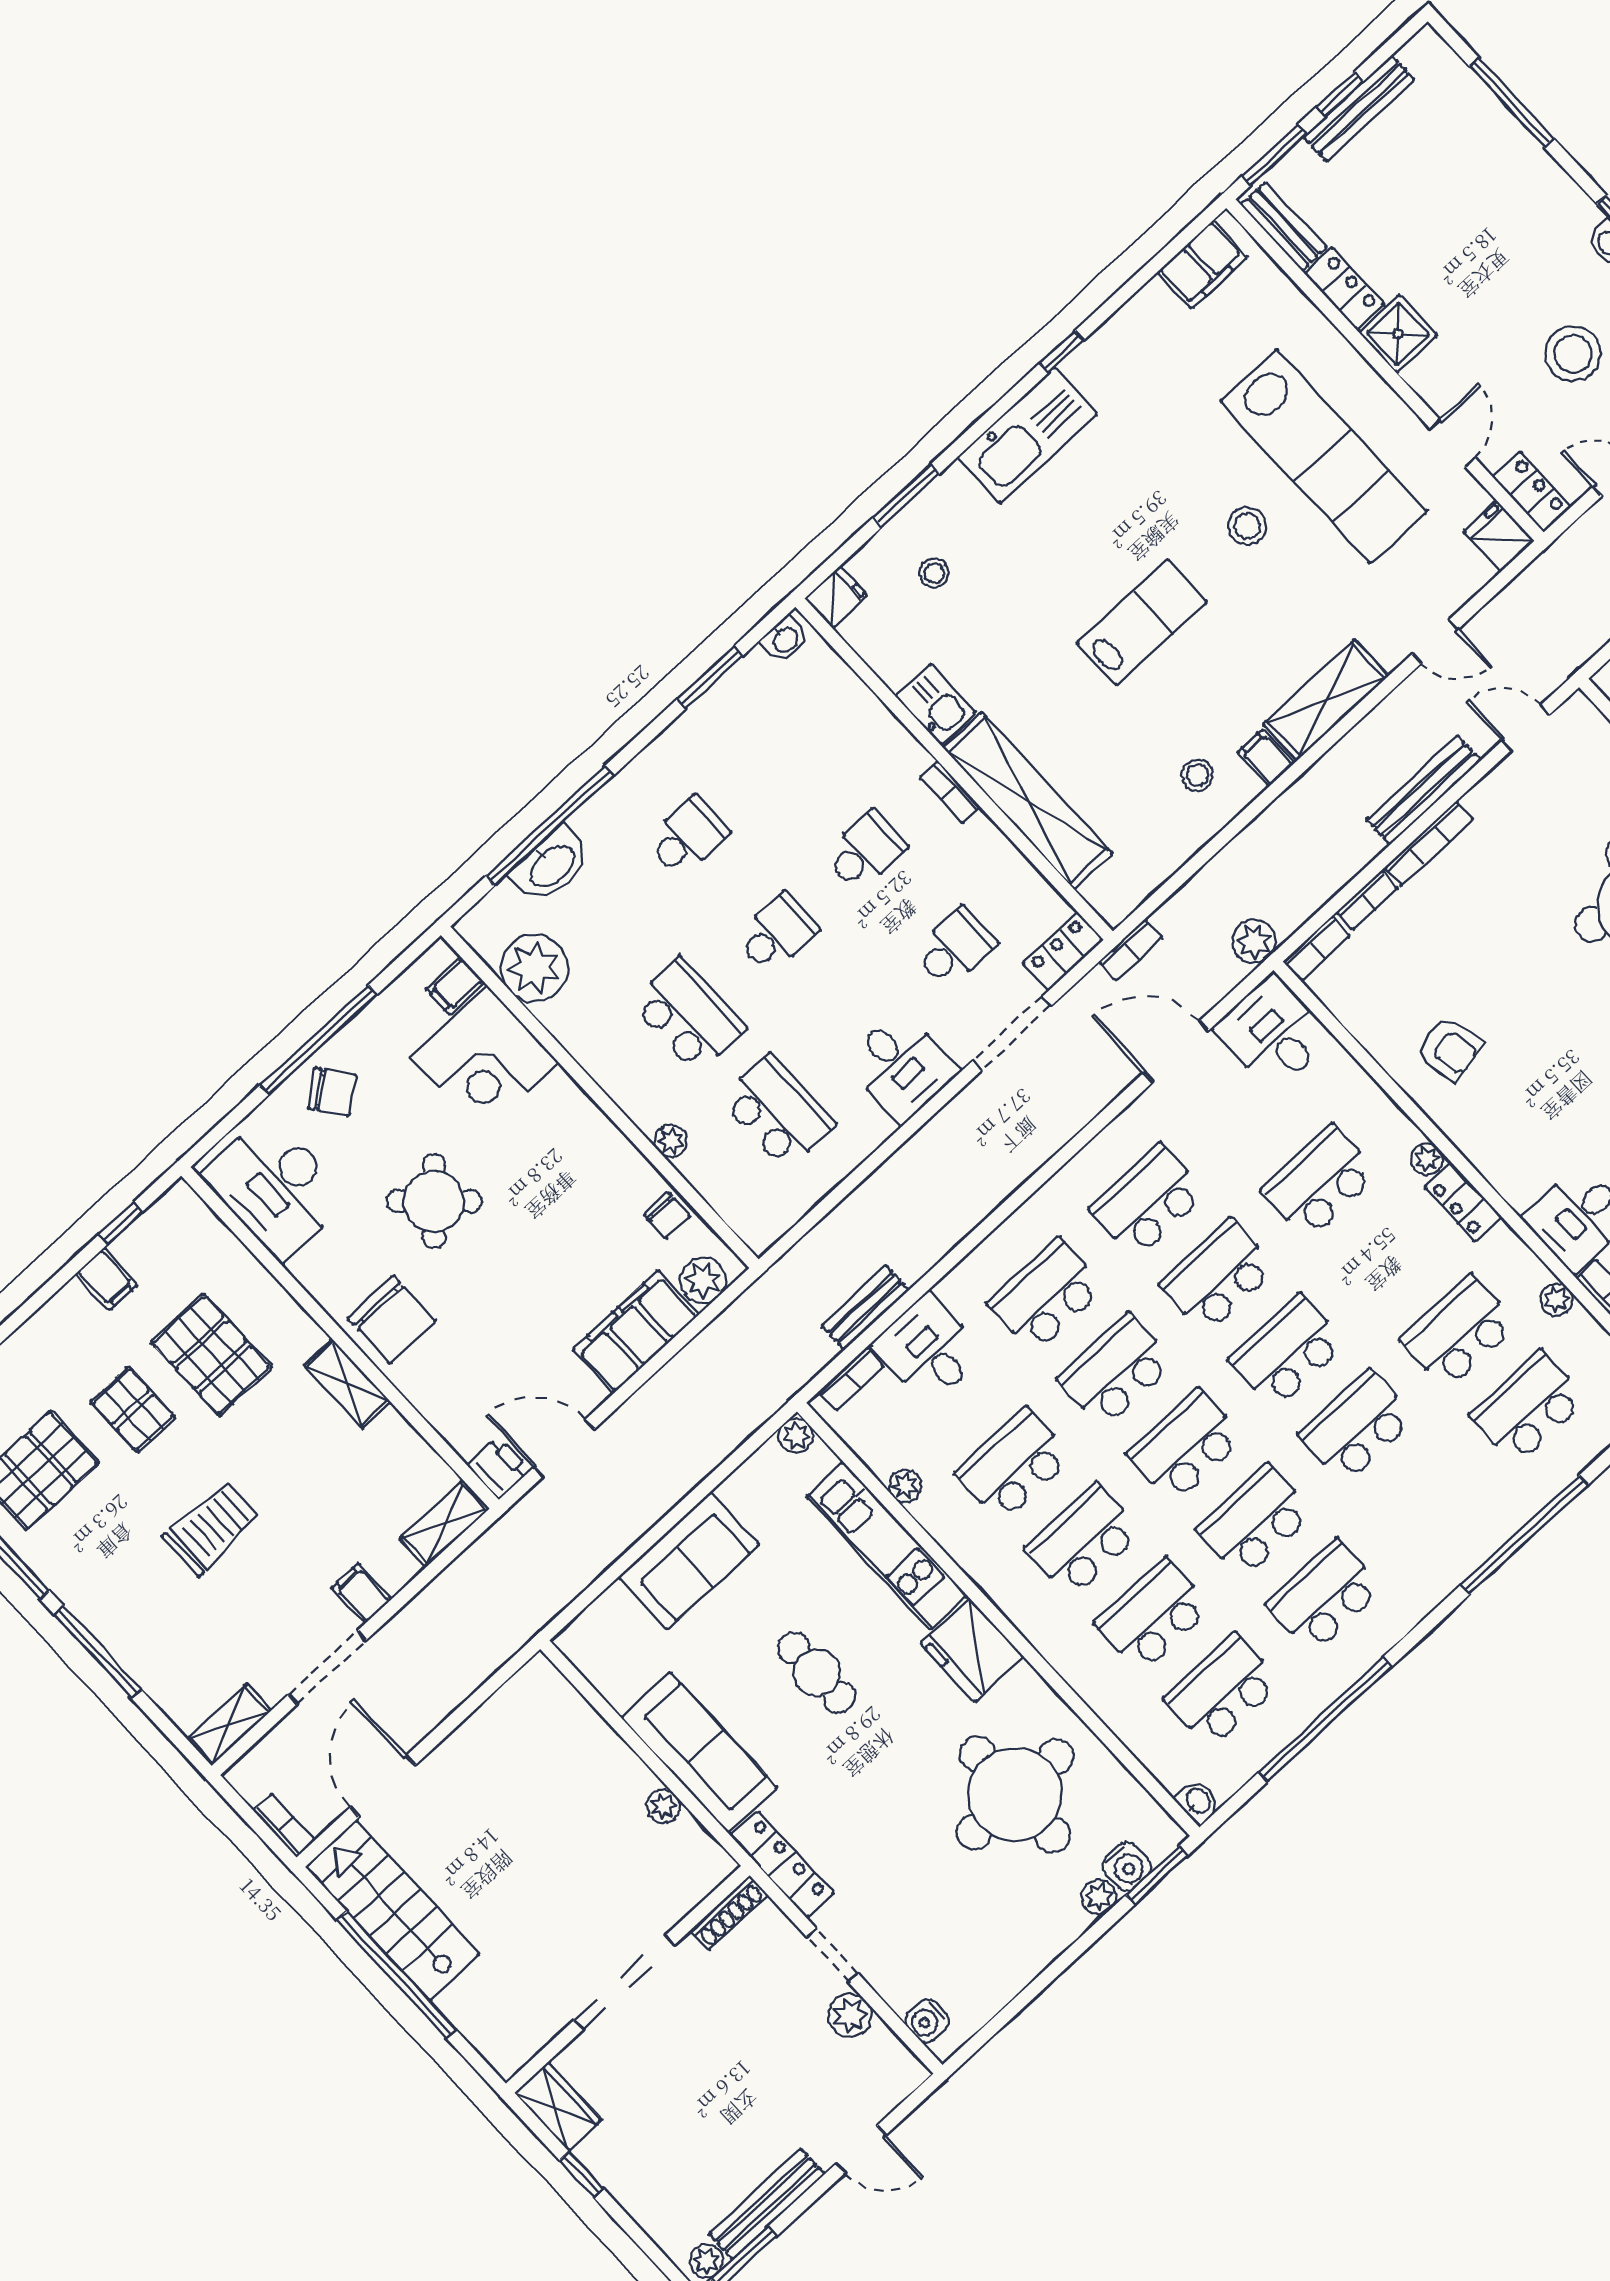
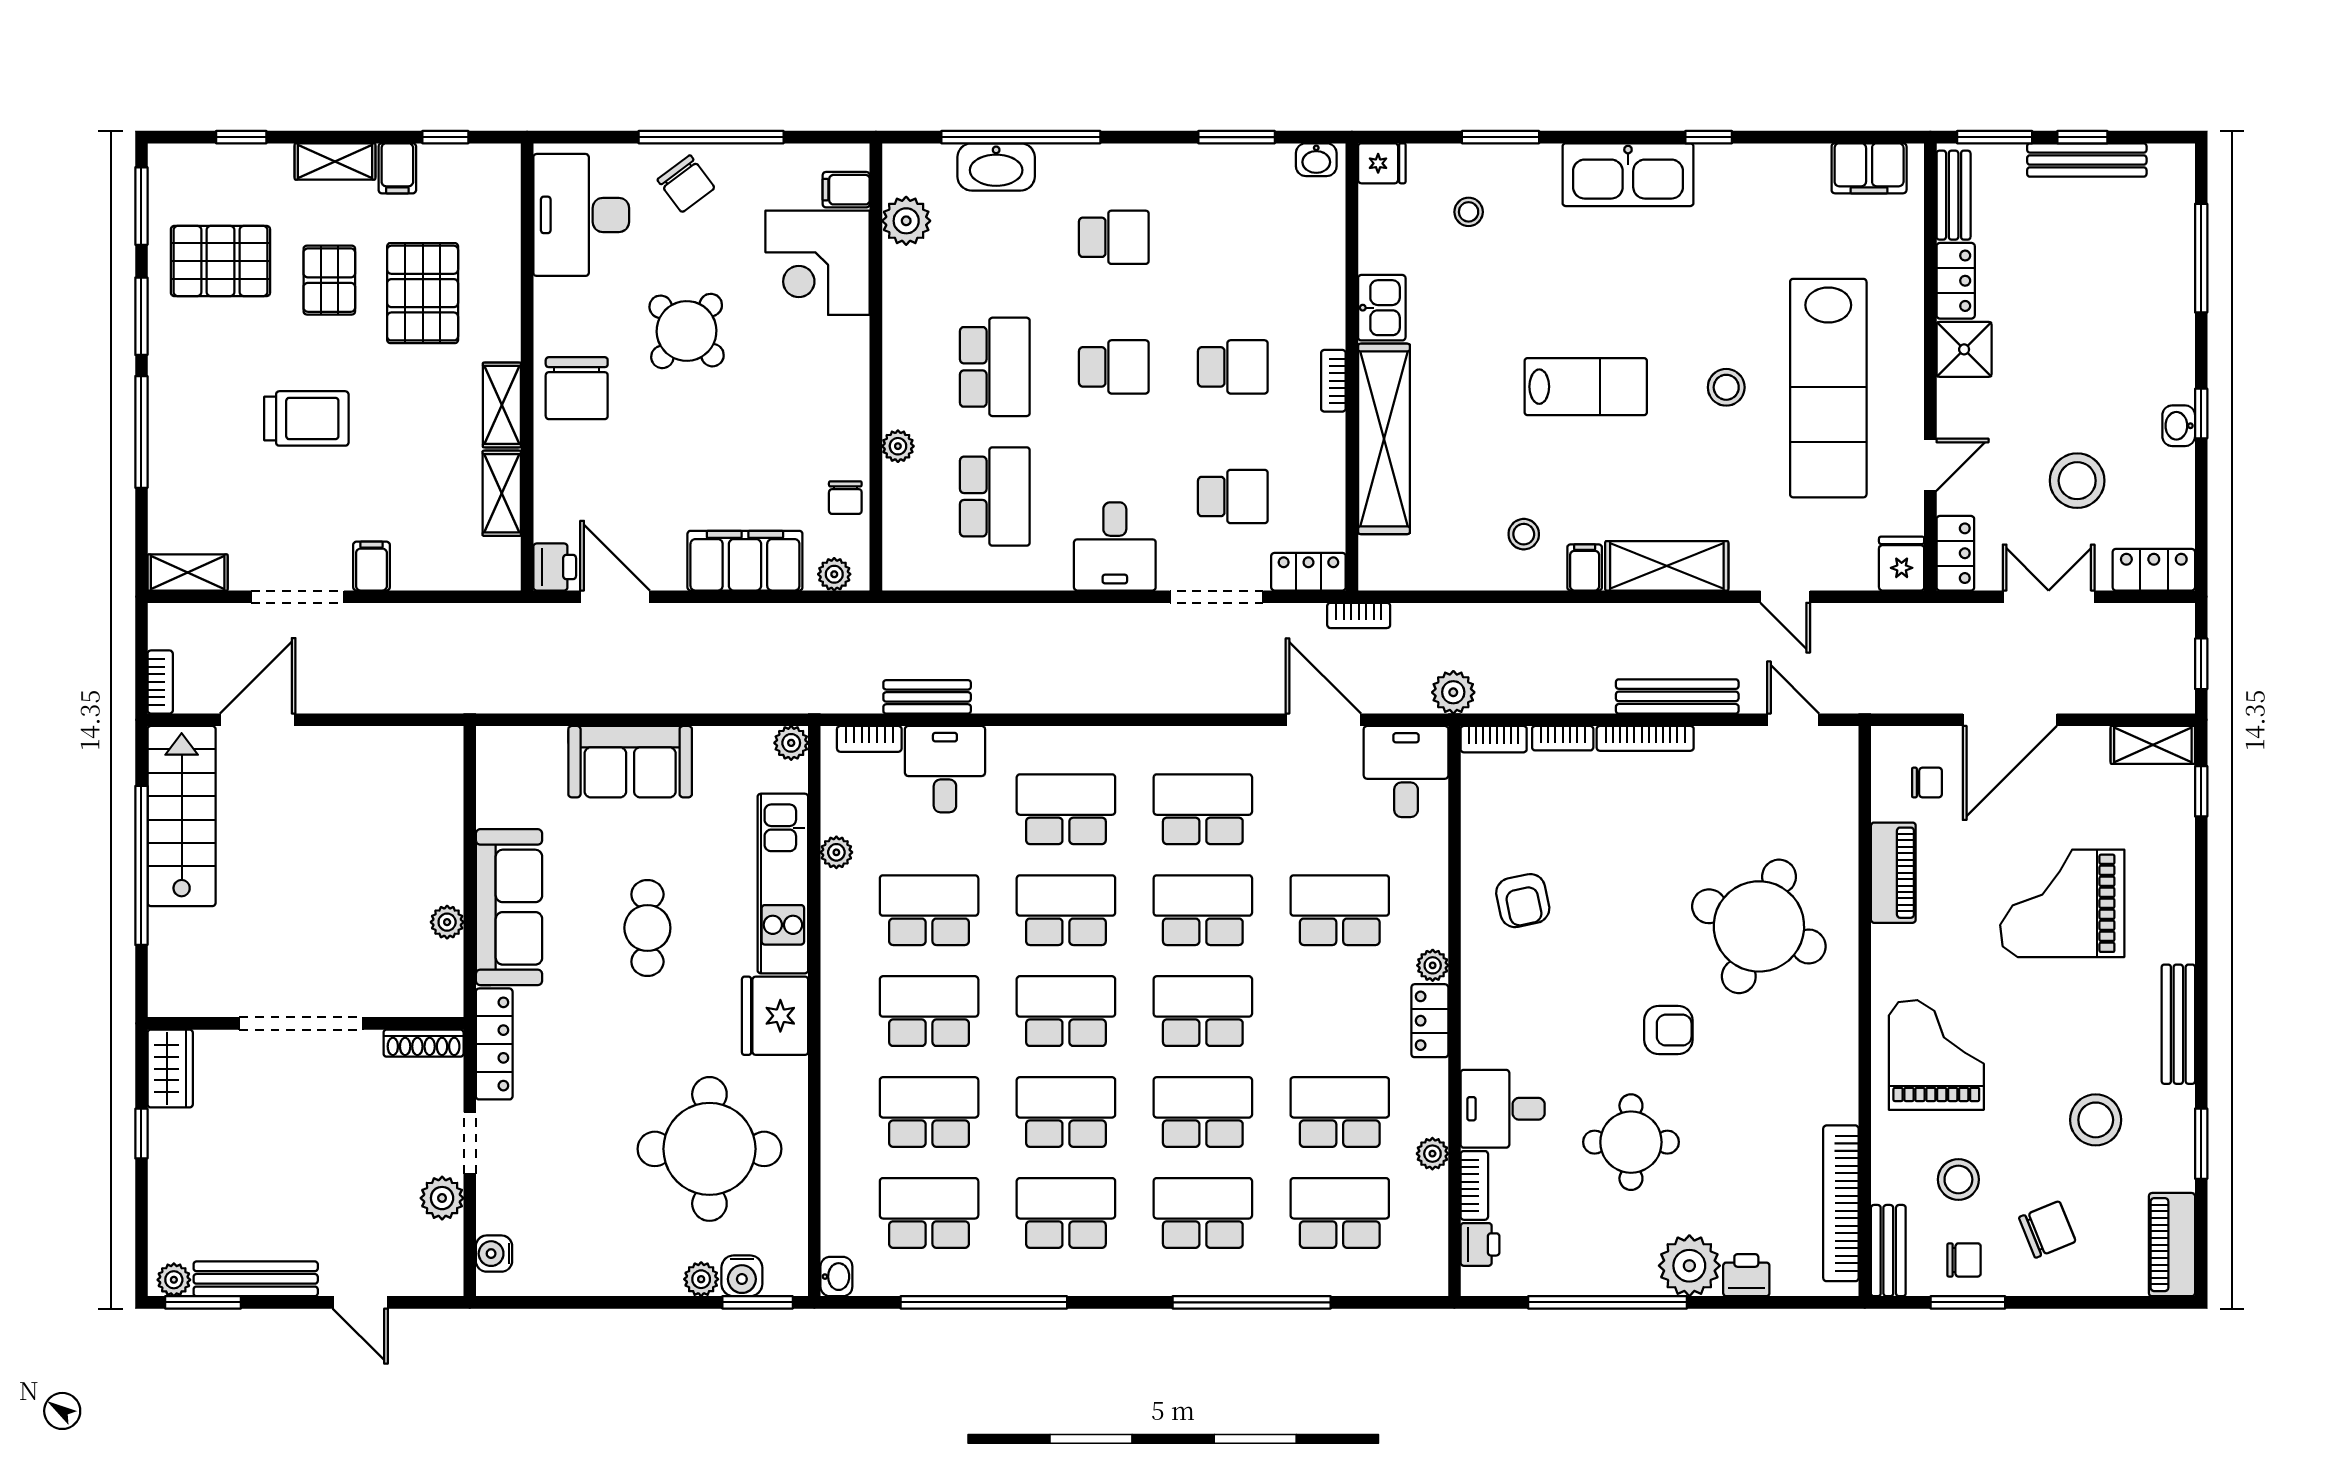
plant: (534, 968) -> (906, 221), width x0.73, depth x0.73
plant: (703, 1280) -> (834, 574), width x0.73, depth x0.73
shelving: (55, 1317) -> (335, 161), added
school desk: (1427, 1502) -> (1203, 1213), added
shelving: (445, 1524) -> (502, 493), moved, turned 90

